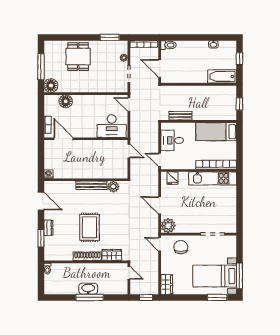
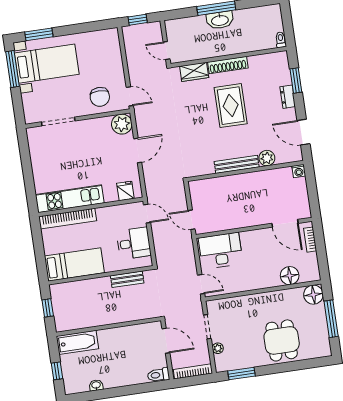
plant: (113, 187) -> (267, 158), moved
door: (160, 205) -> (138, 150), hinge flipped
wardrobe: (167, 284) -> (112, 42), removed

